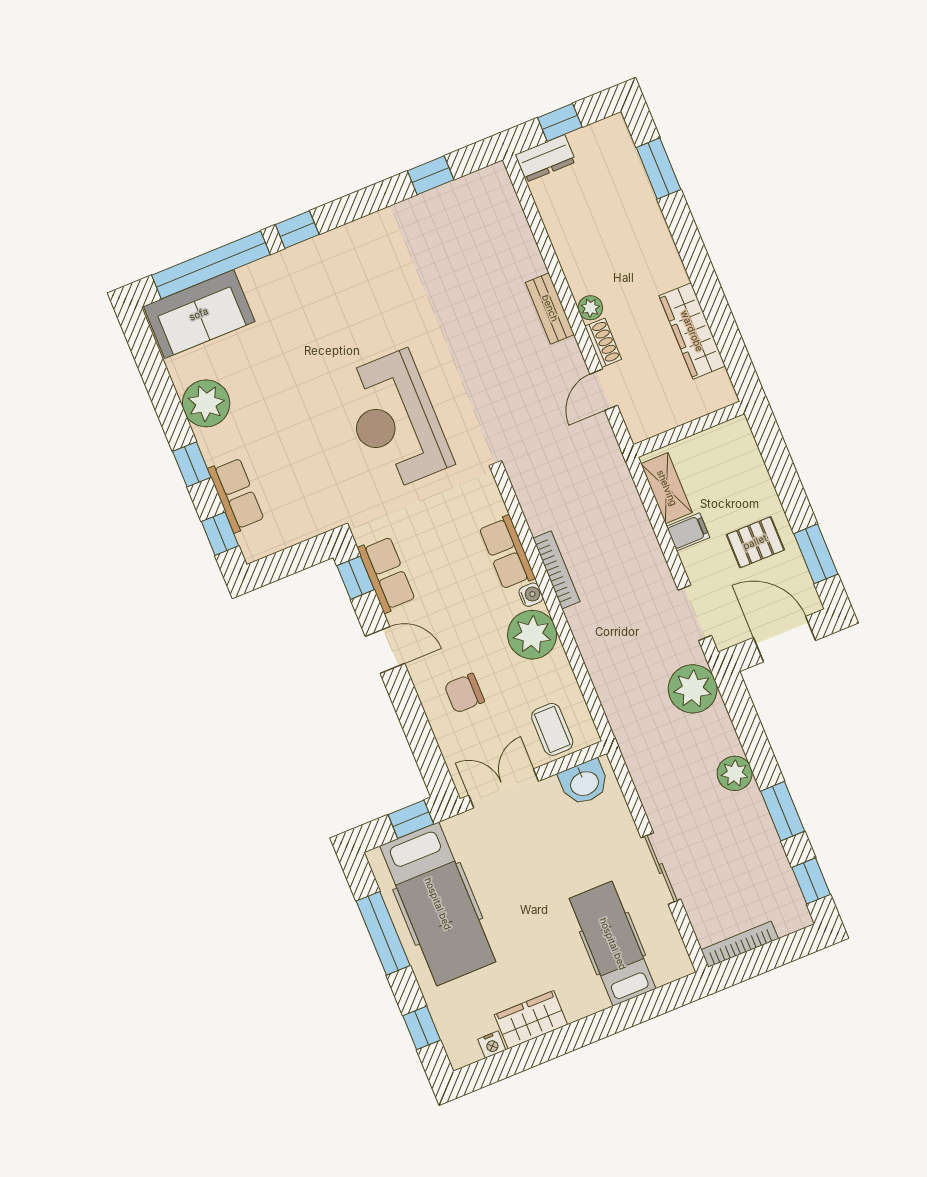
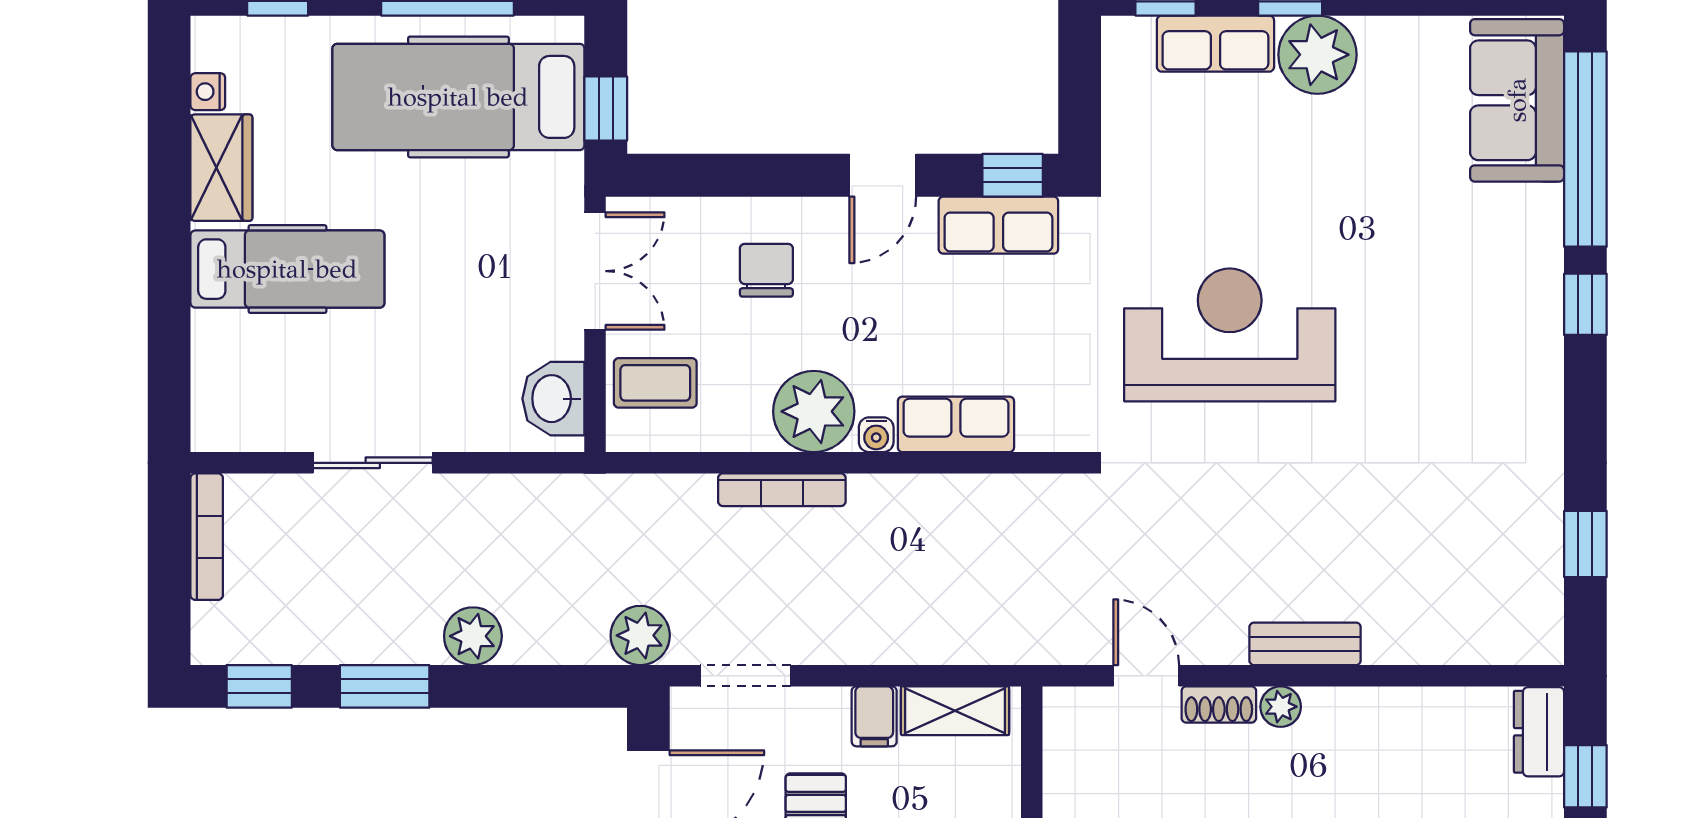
plant: (206, 403) -> (1317, 55), moved
bookcase: (556, 570) -> (782, 490), moved
plant: (693, 689) -> (640, 635), width x0.73, depth x0.73
hospital bed: (613, 944) -> (287, 269), moved

